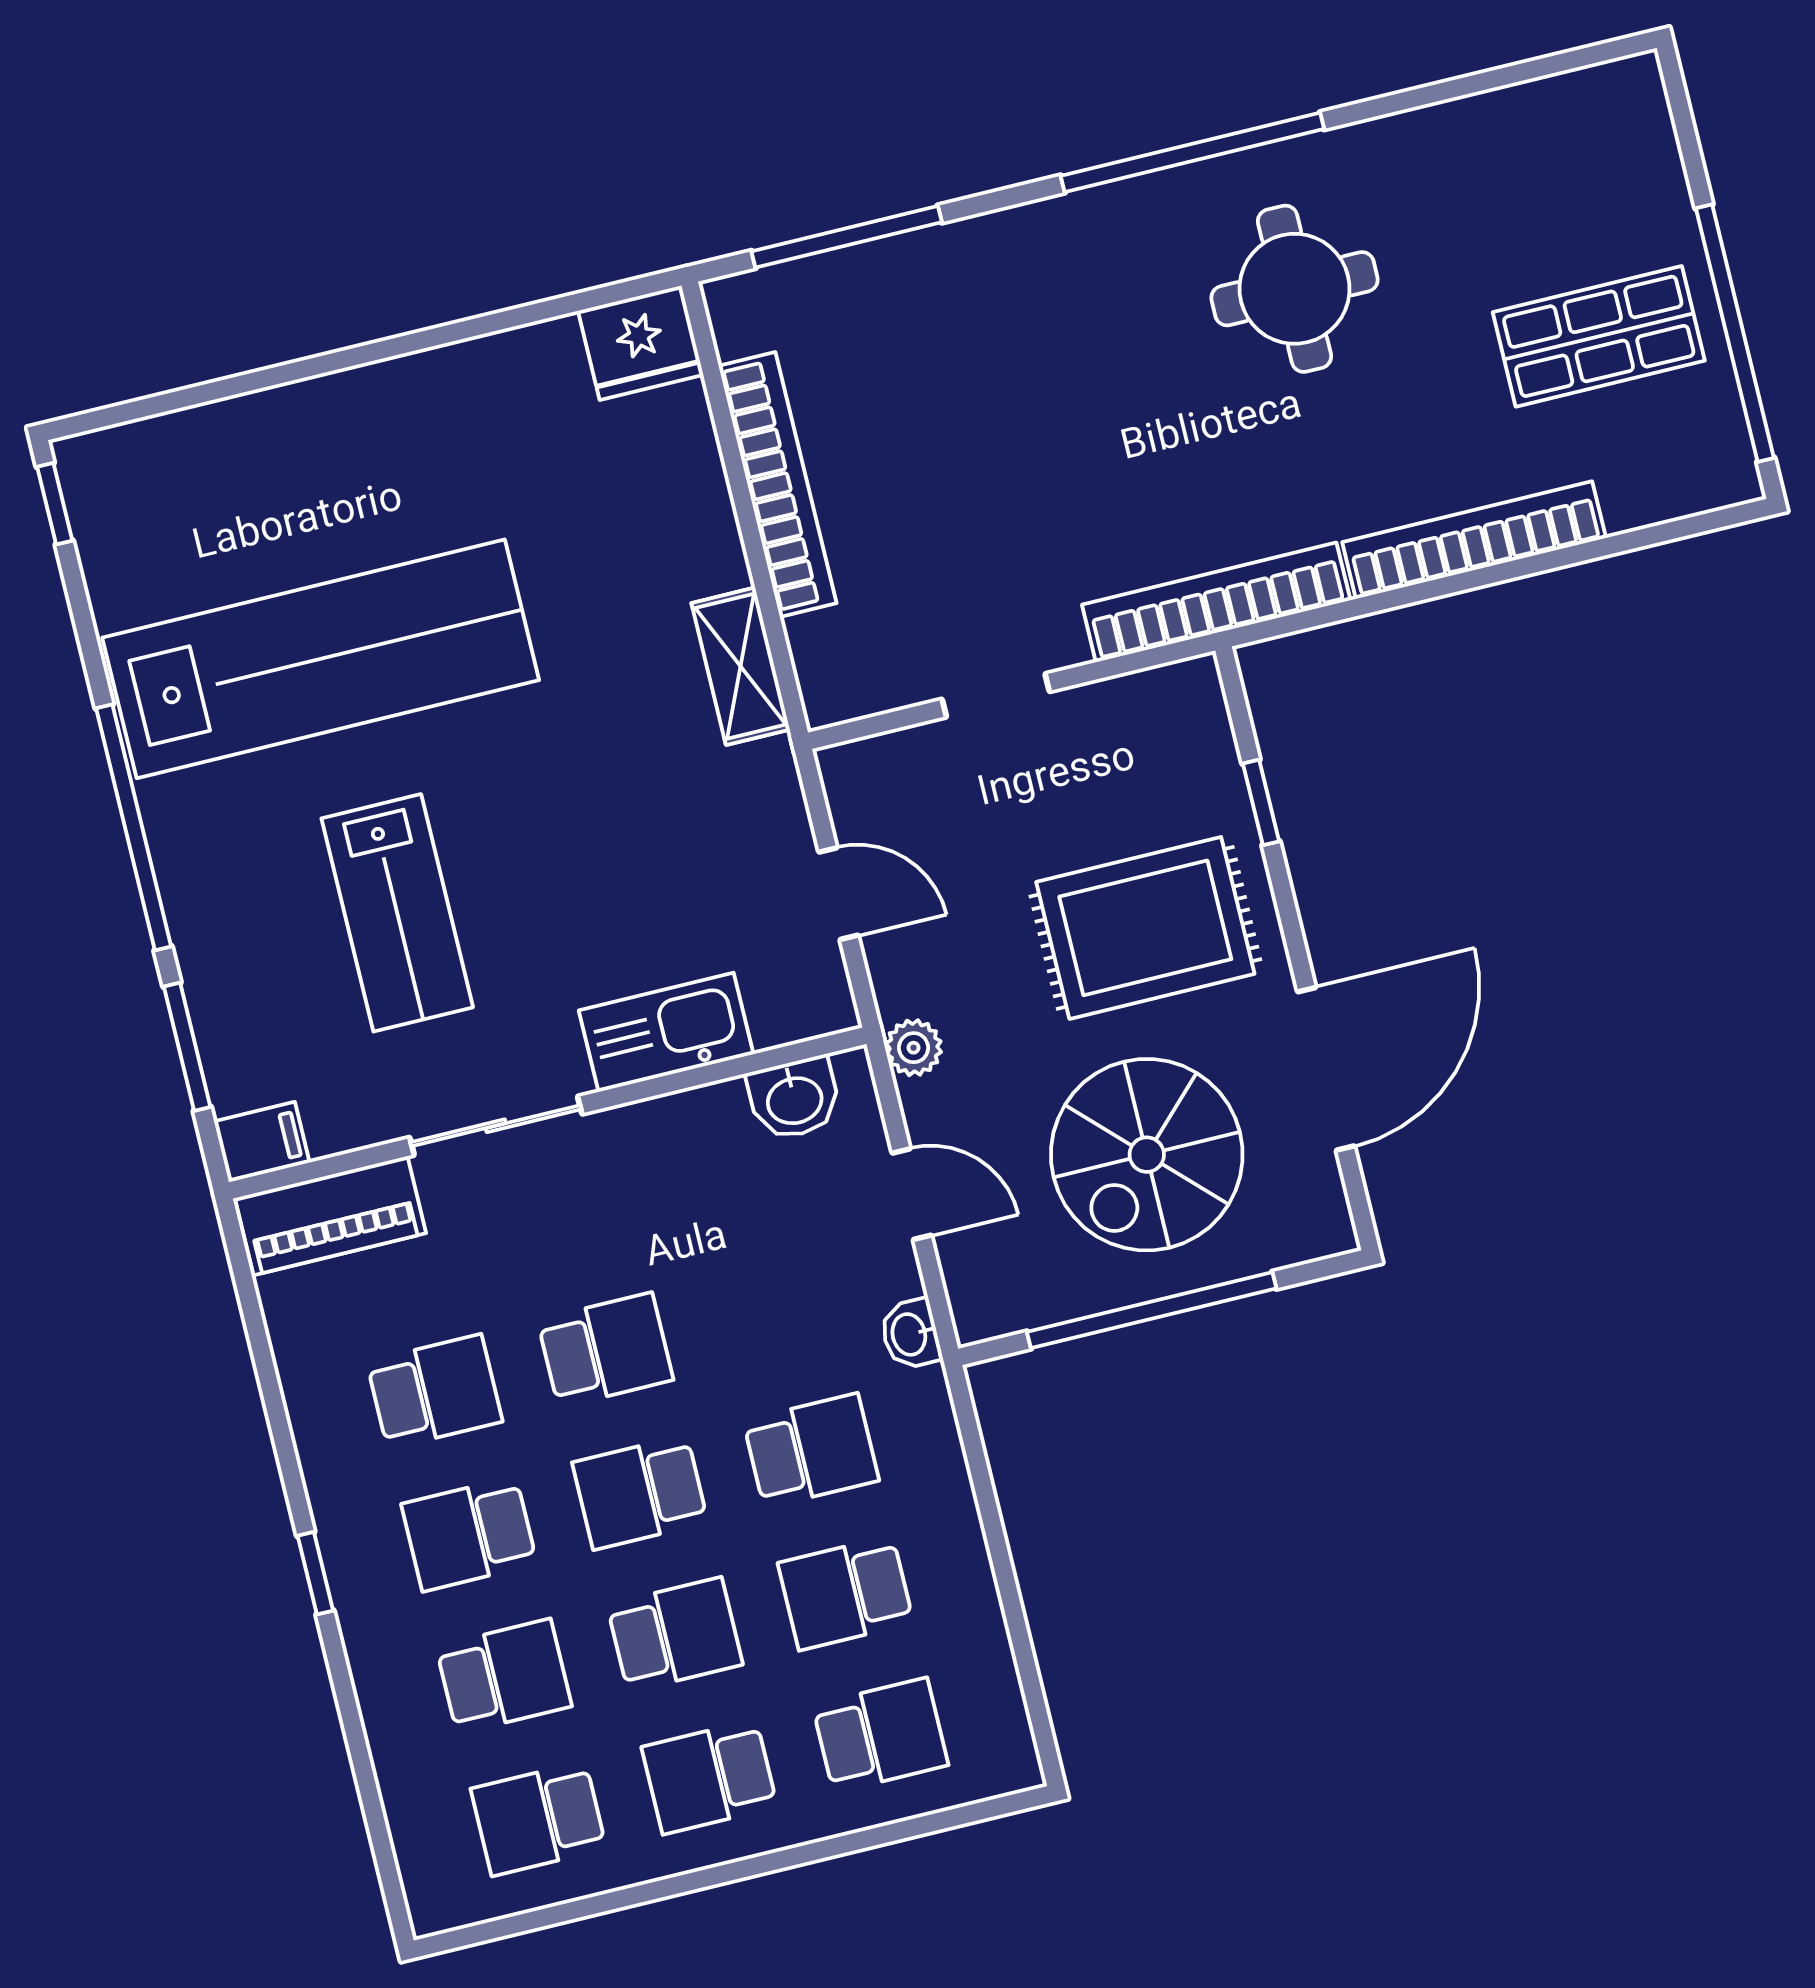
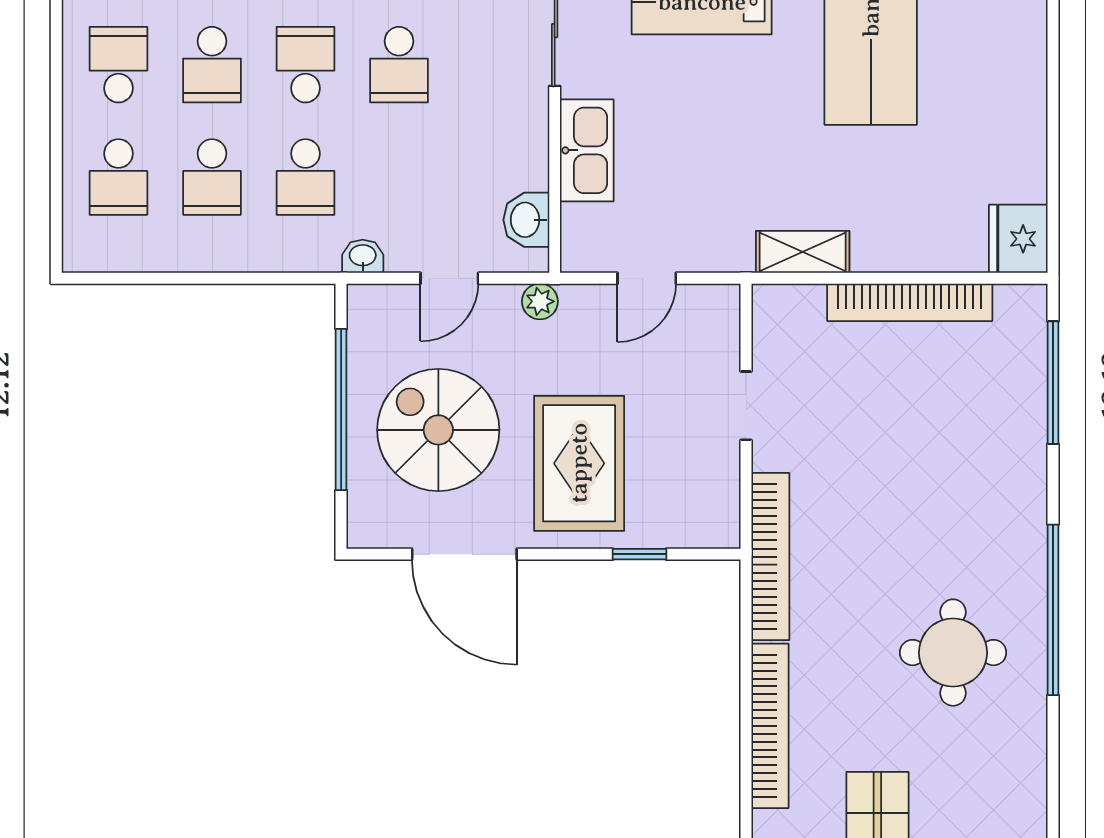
school desk: (846, 1593) -> (212, 177), turned 180

